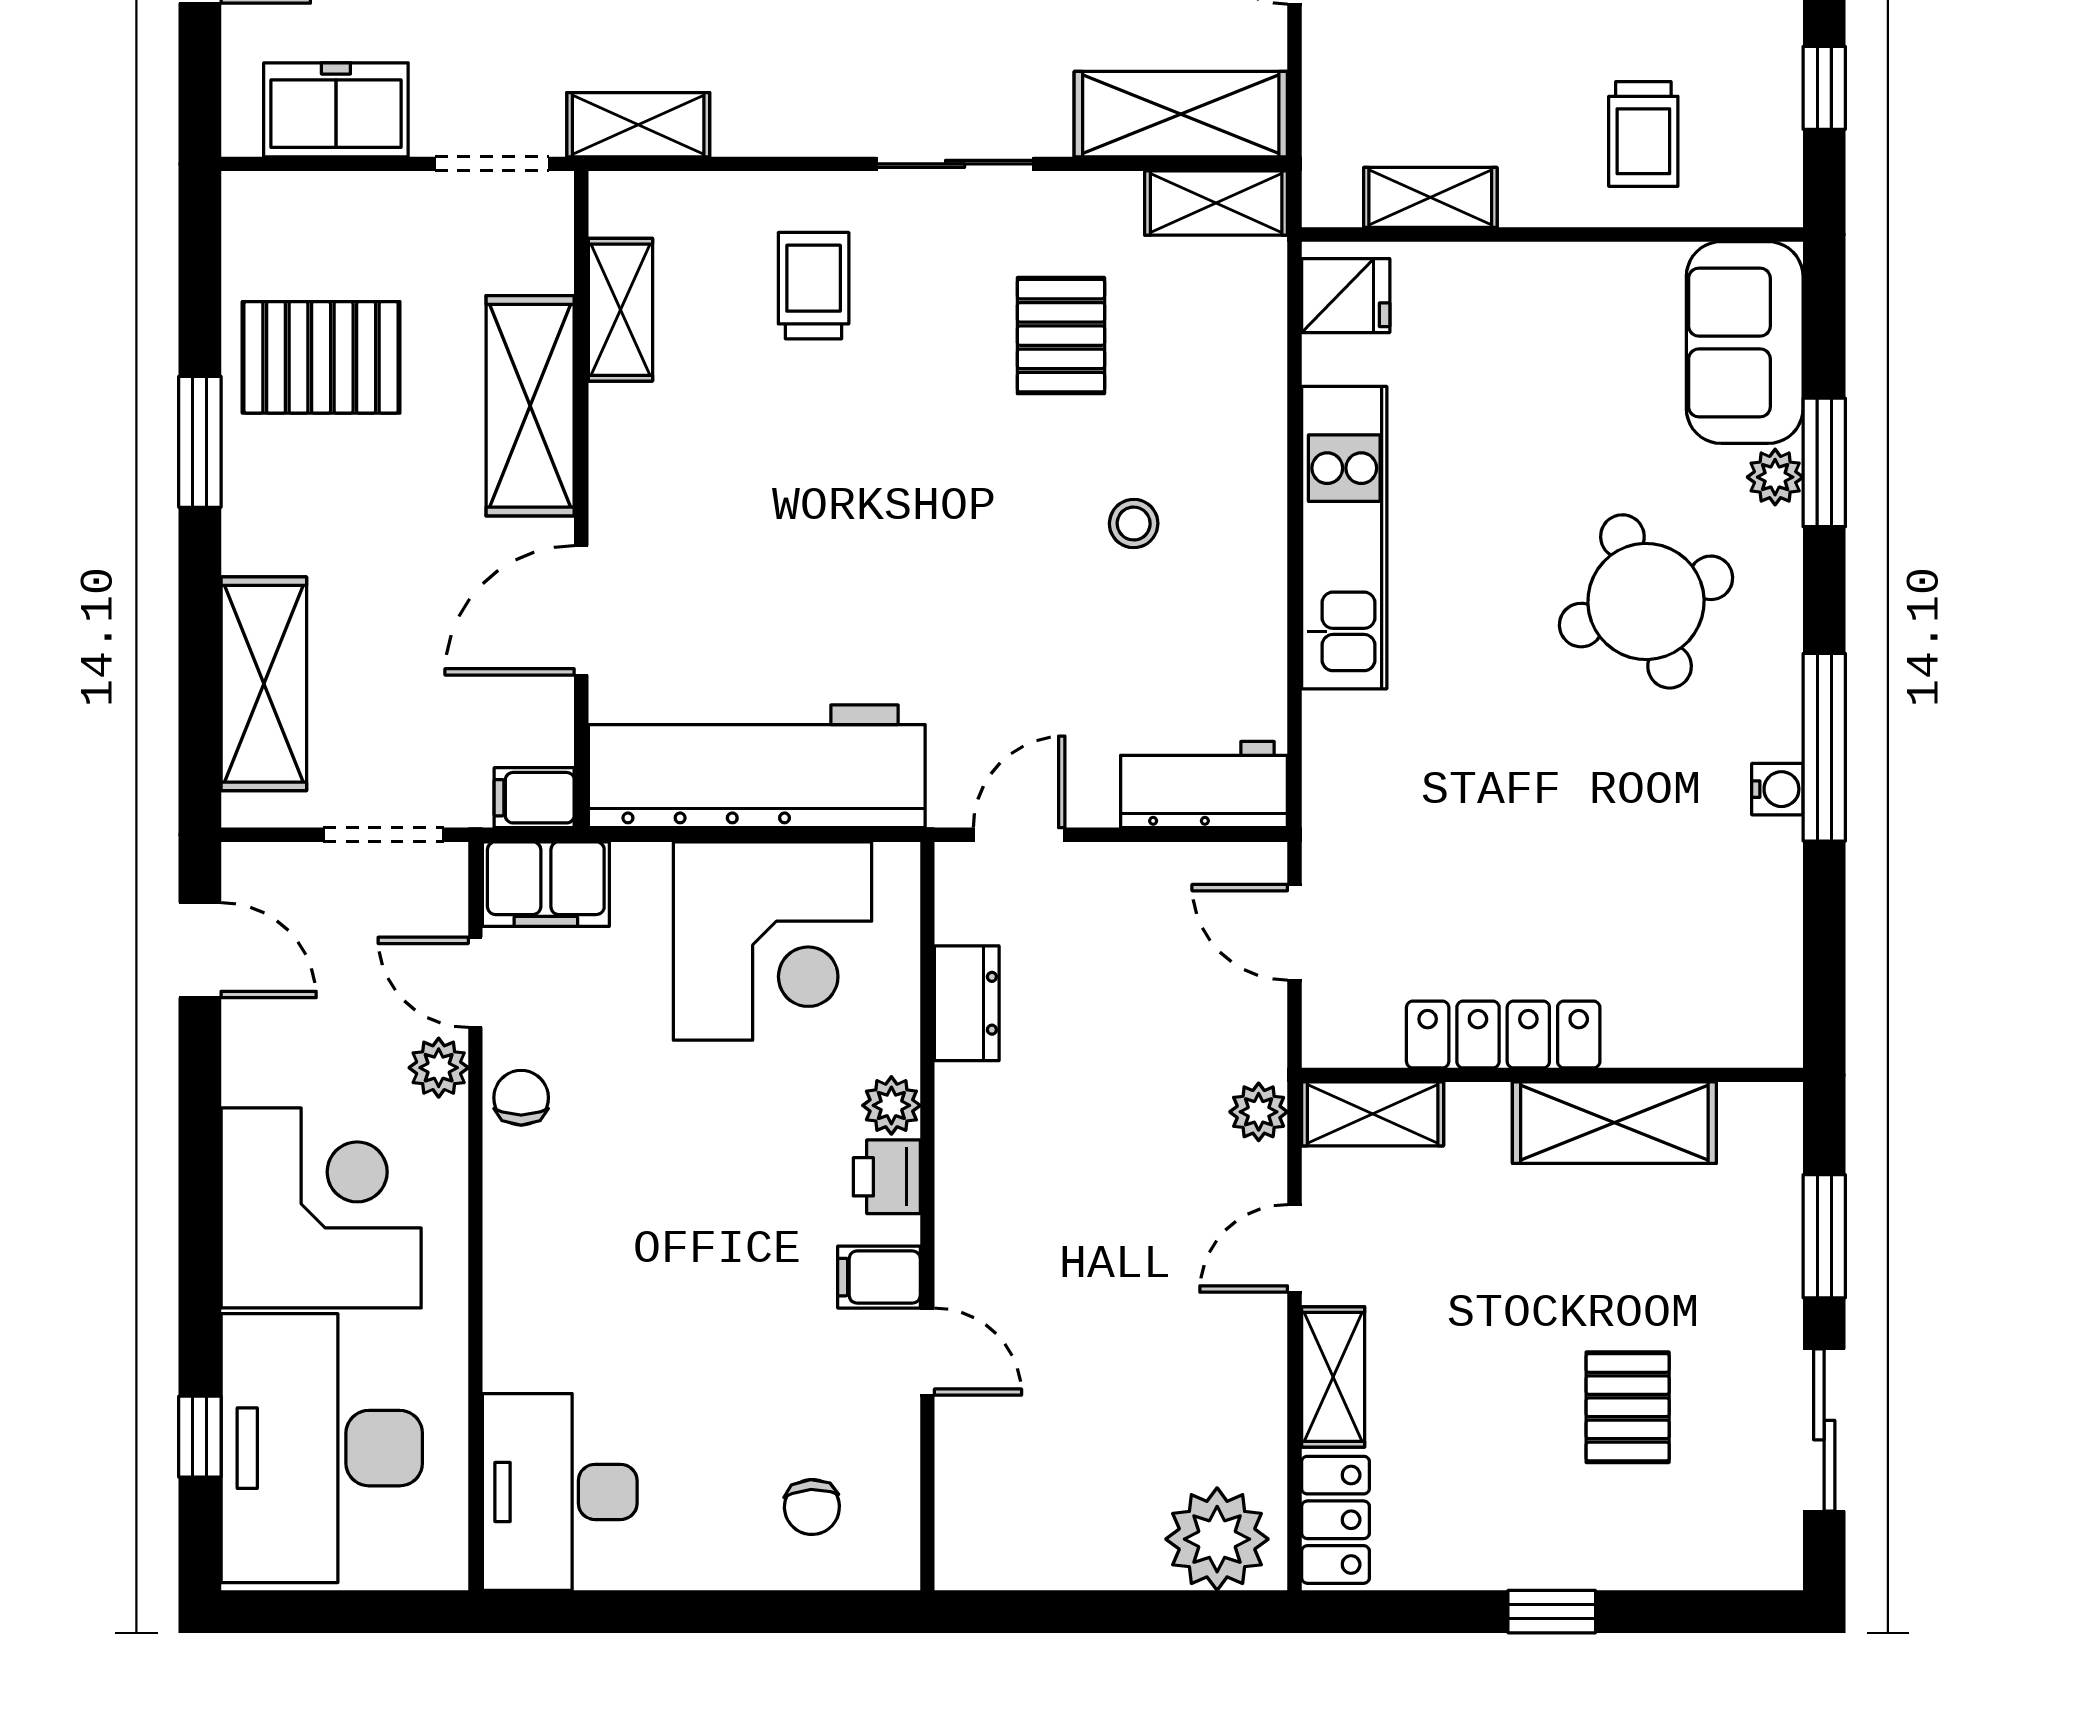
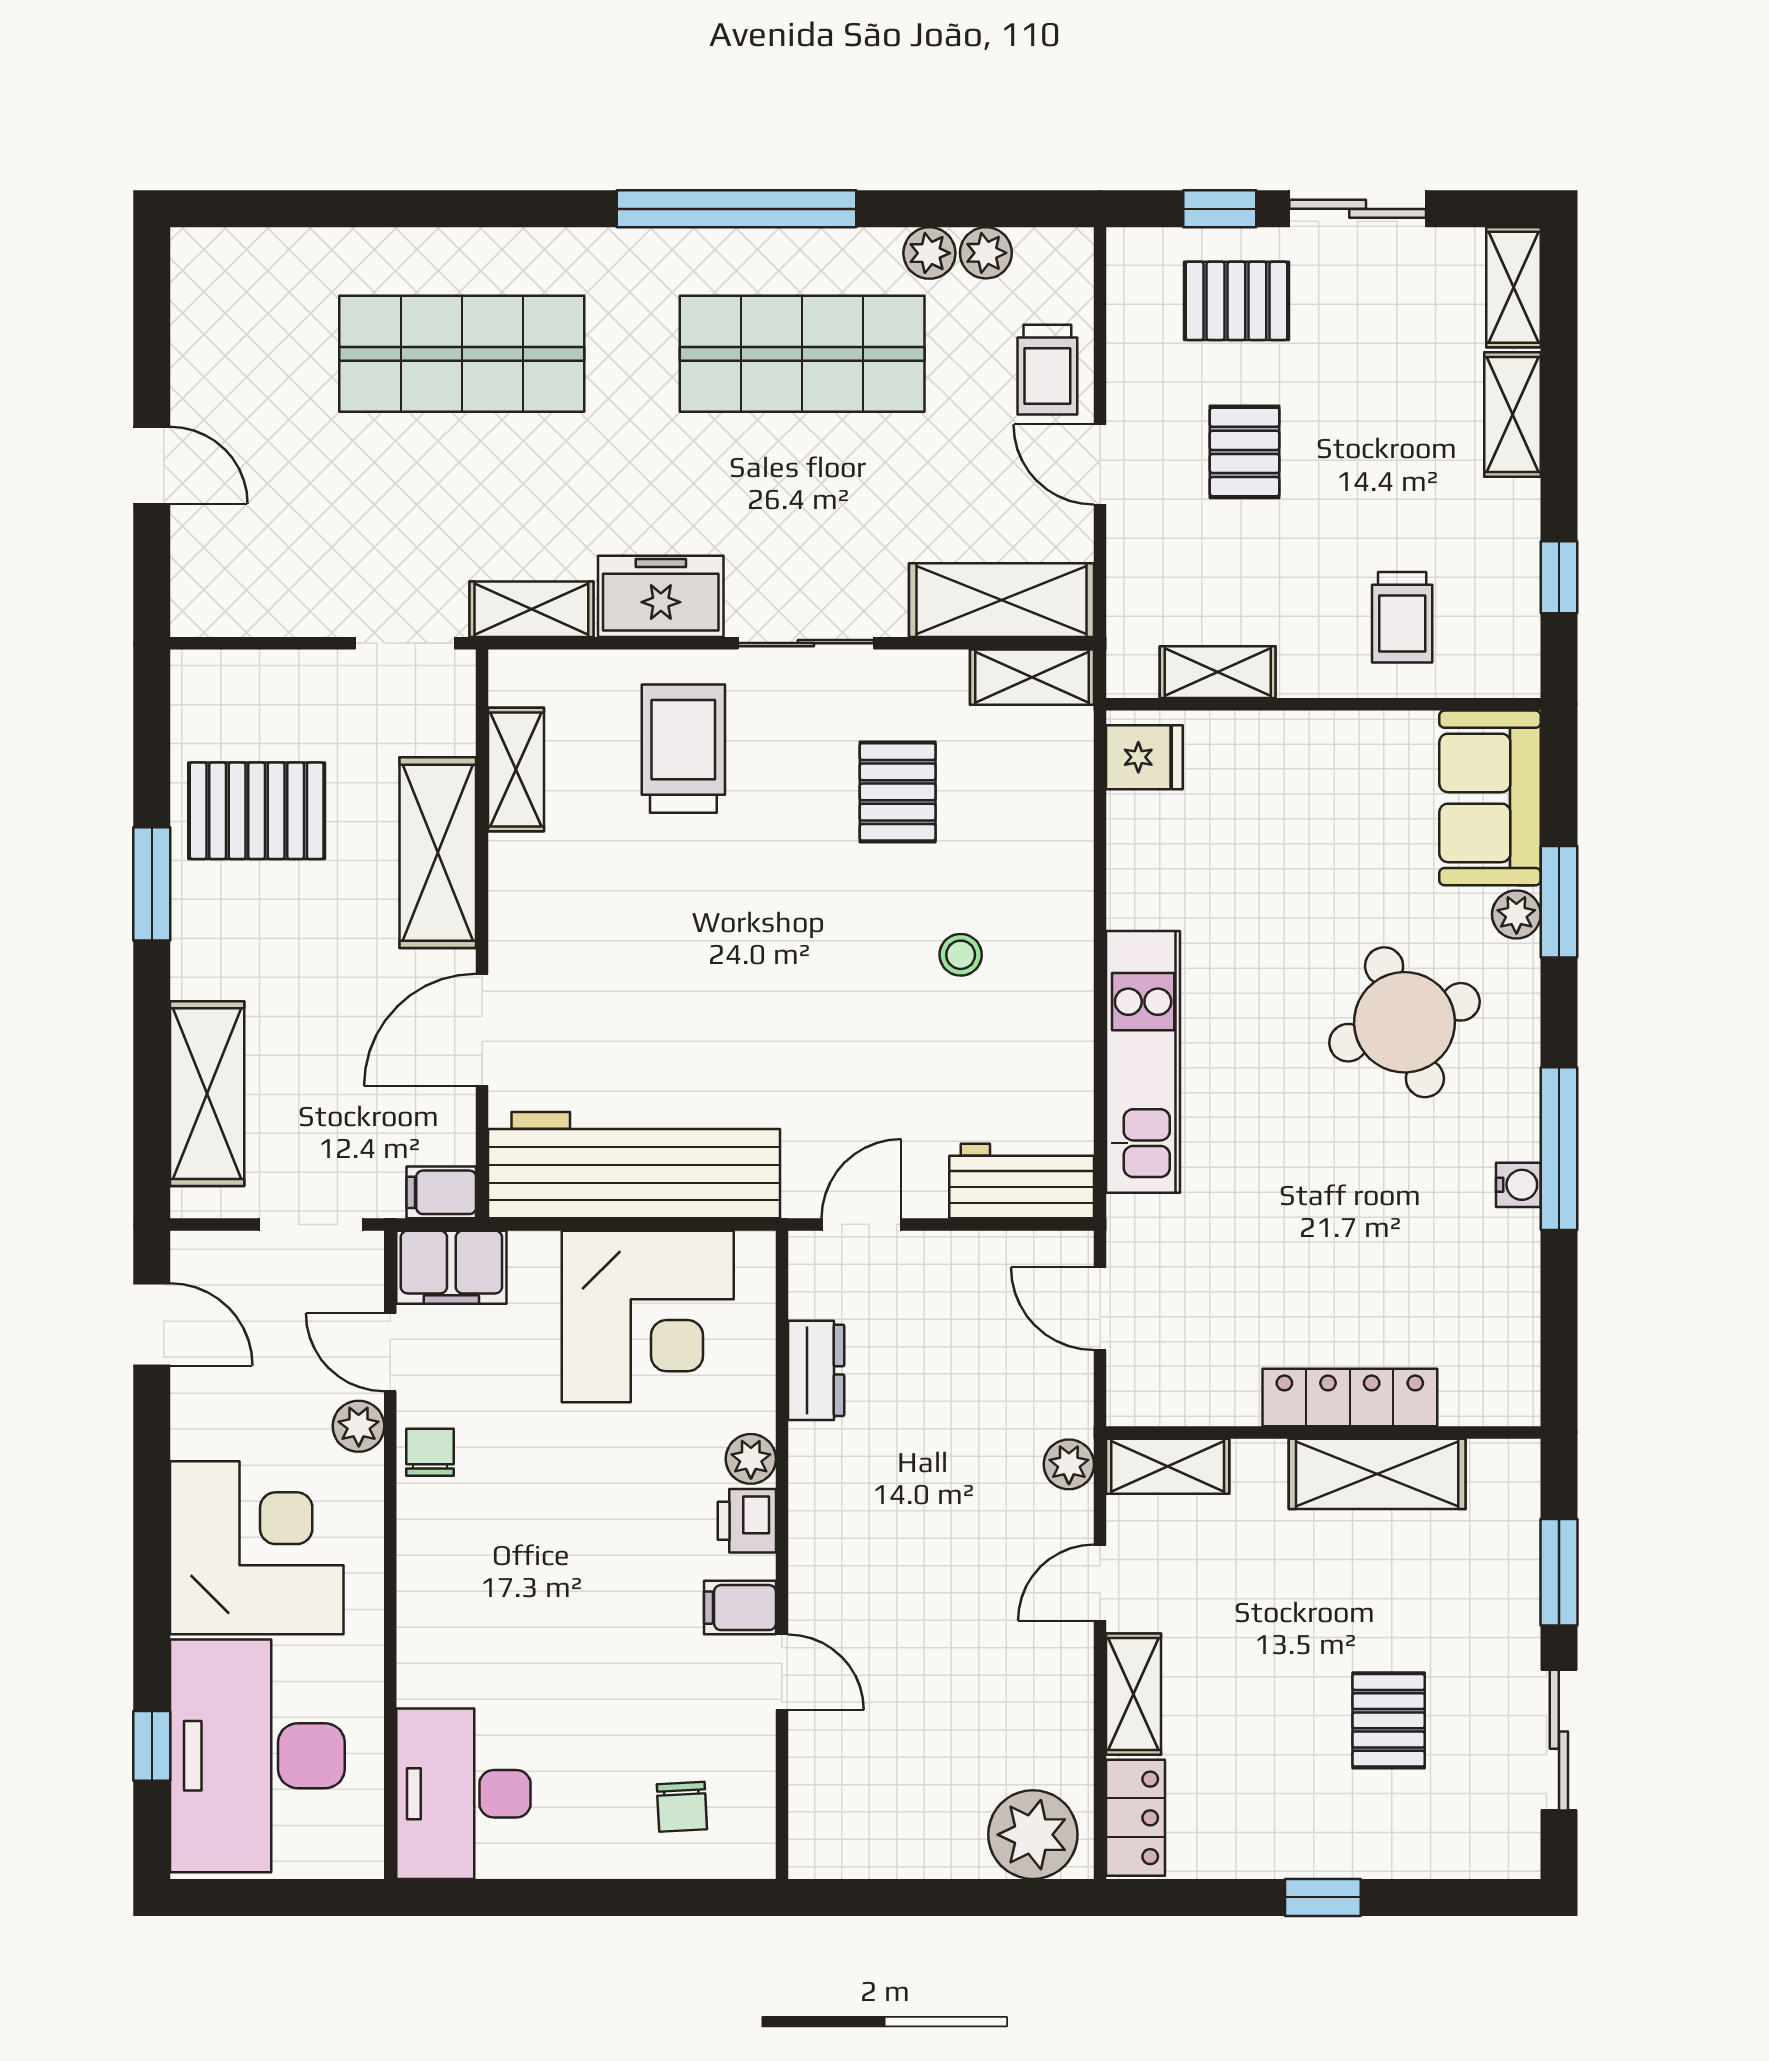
freezer: (336, 110) -> (661, 596), moved
trolley: (814, 286) -> (683, 749), width x1.36, depth x1.39
kitchen unit: (1344, 538) -> (1143, 1062), moved
locker: (1503, 1034) -> (1350, 1397), moved

